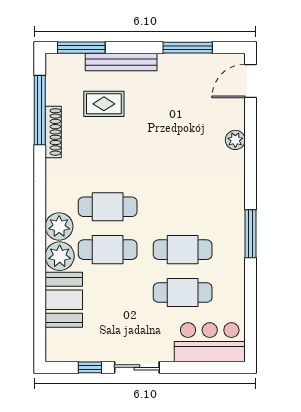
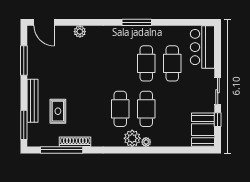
plant: (60, 256) -> (146, 142), width x0.53, depth x0.53
booth: (64, 300) -> (203, 130), moved, turned 90

